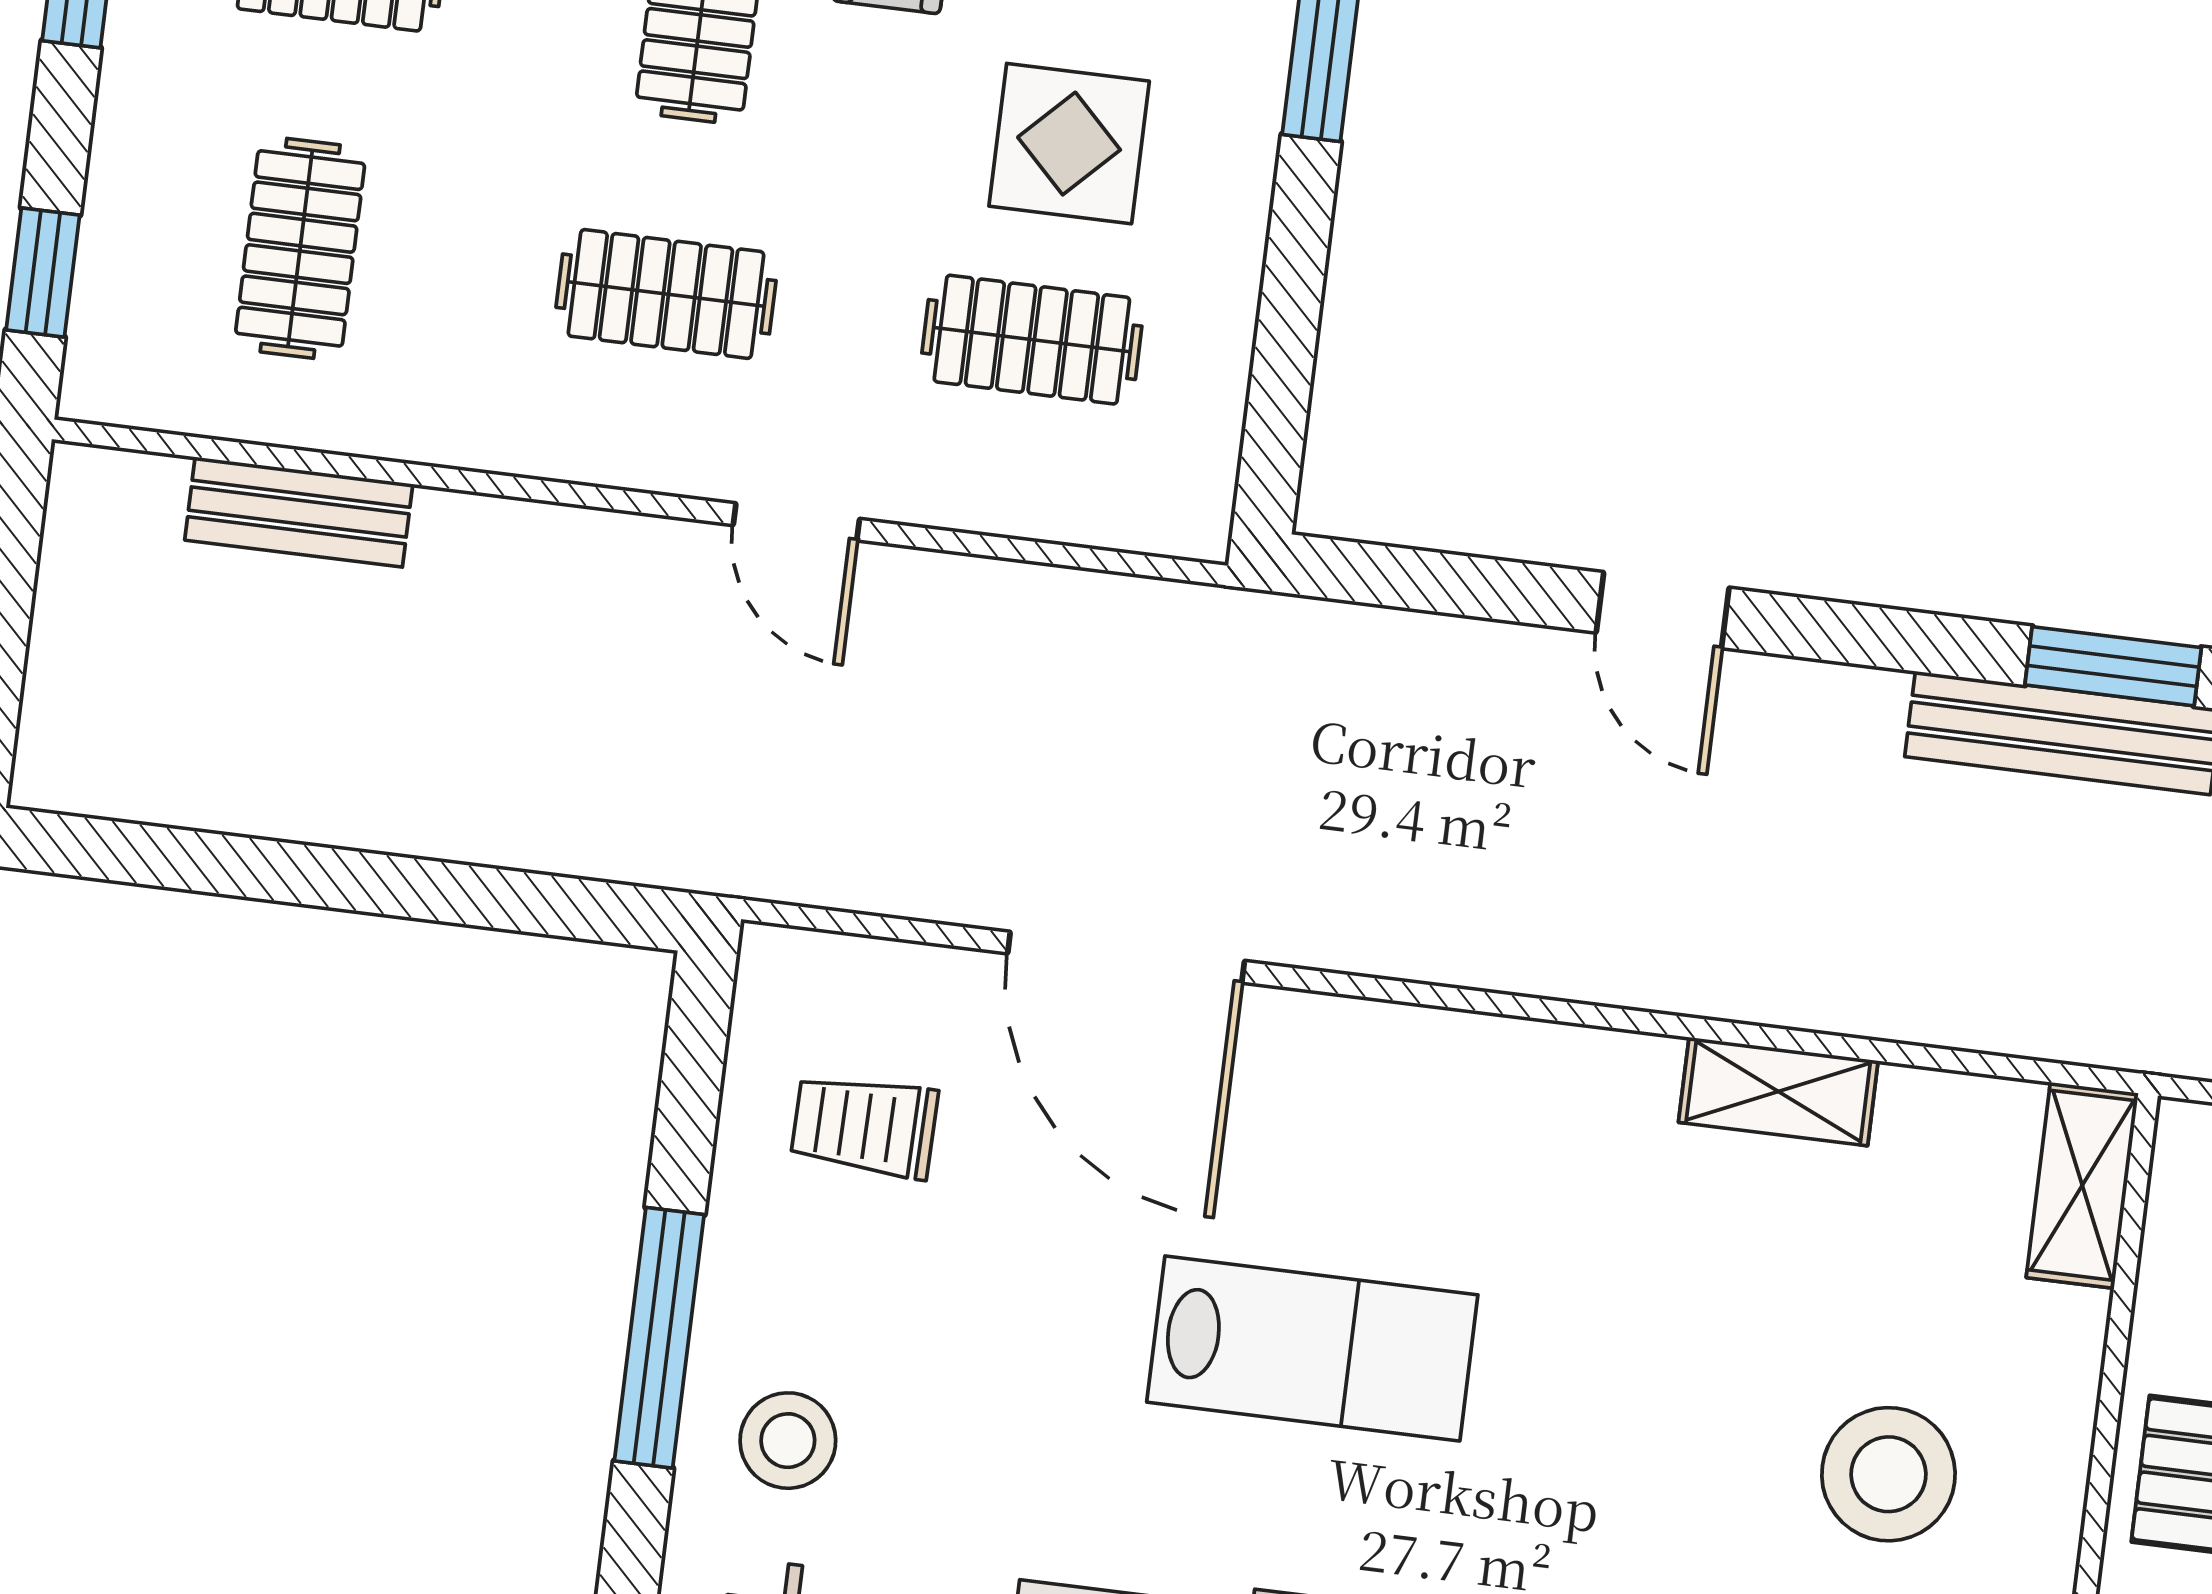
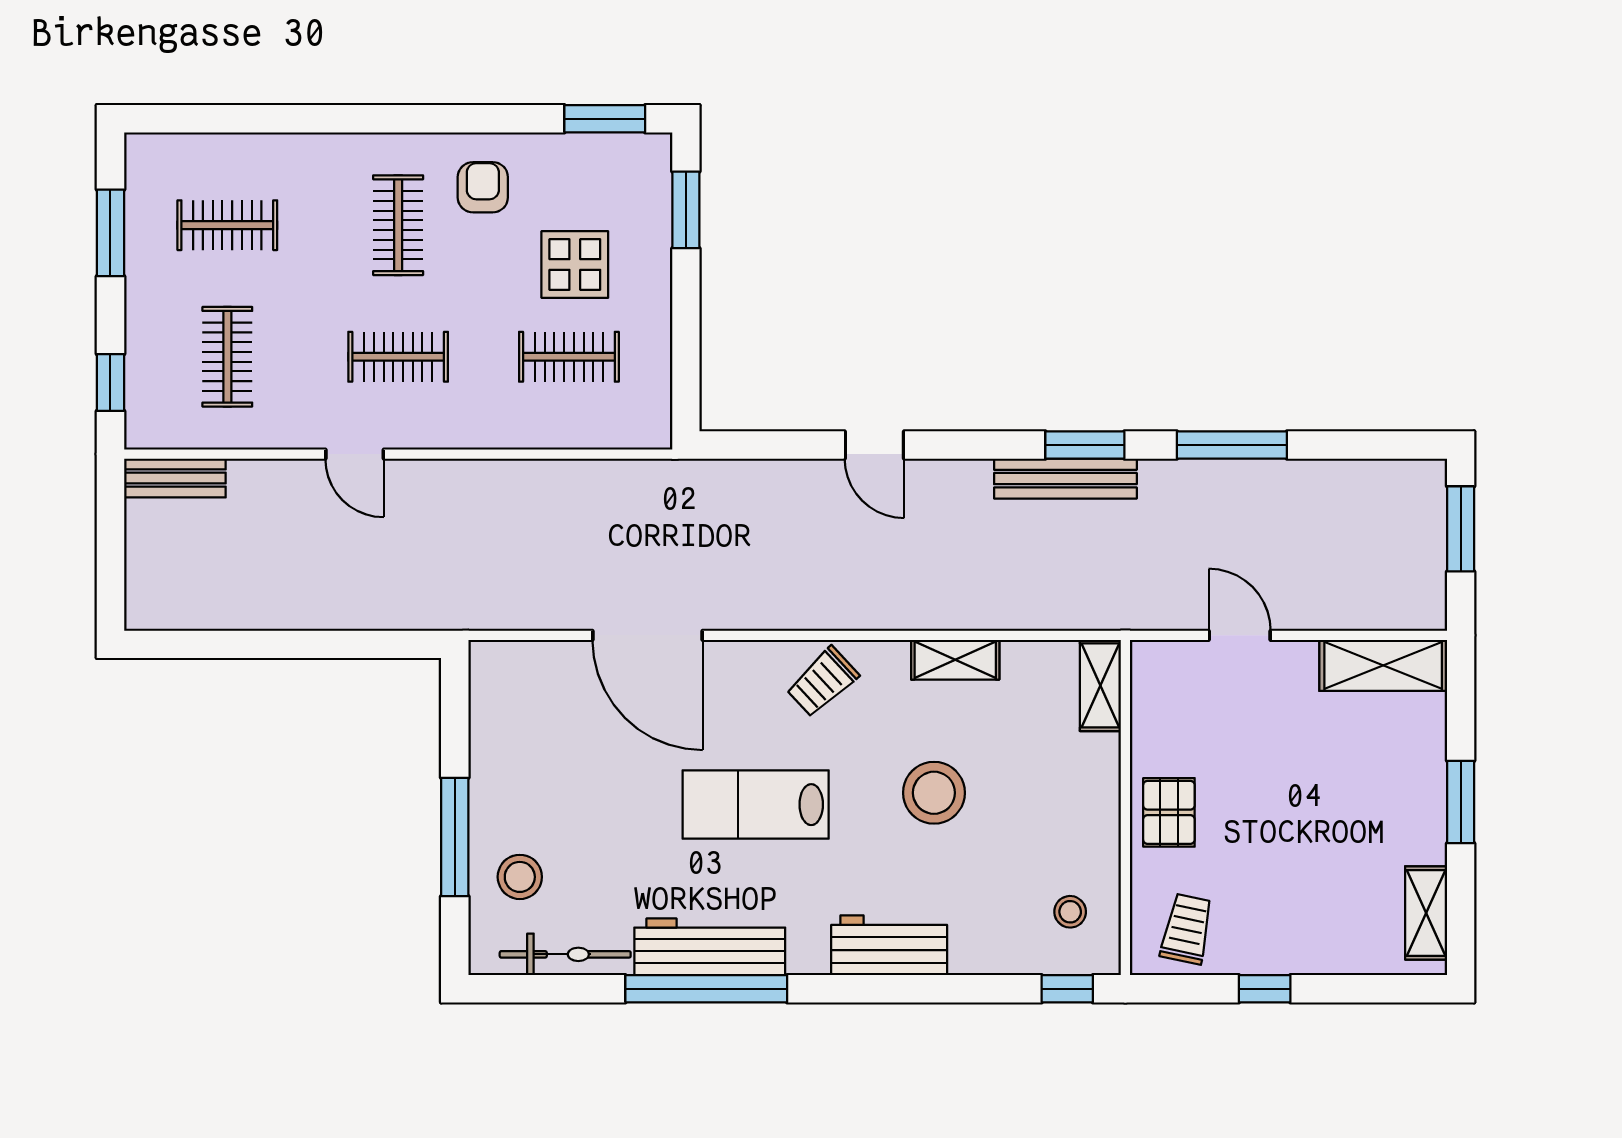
bench: (299, 512) -> (175, 478), moved
door: (796, 522) -> (355, 454), moved
trolley: (864, 1126) -> (822, 682), moved, turned -44
lab bench: (1312, 1348) -> (756, 805), turned 180
stool: (1888, 1474) -> (934, 793), moved

